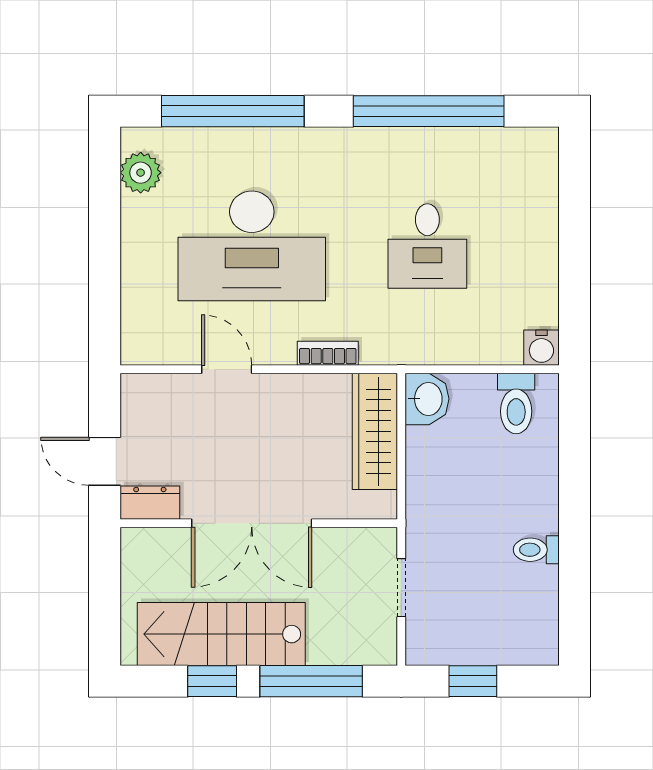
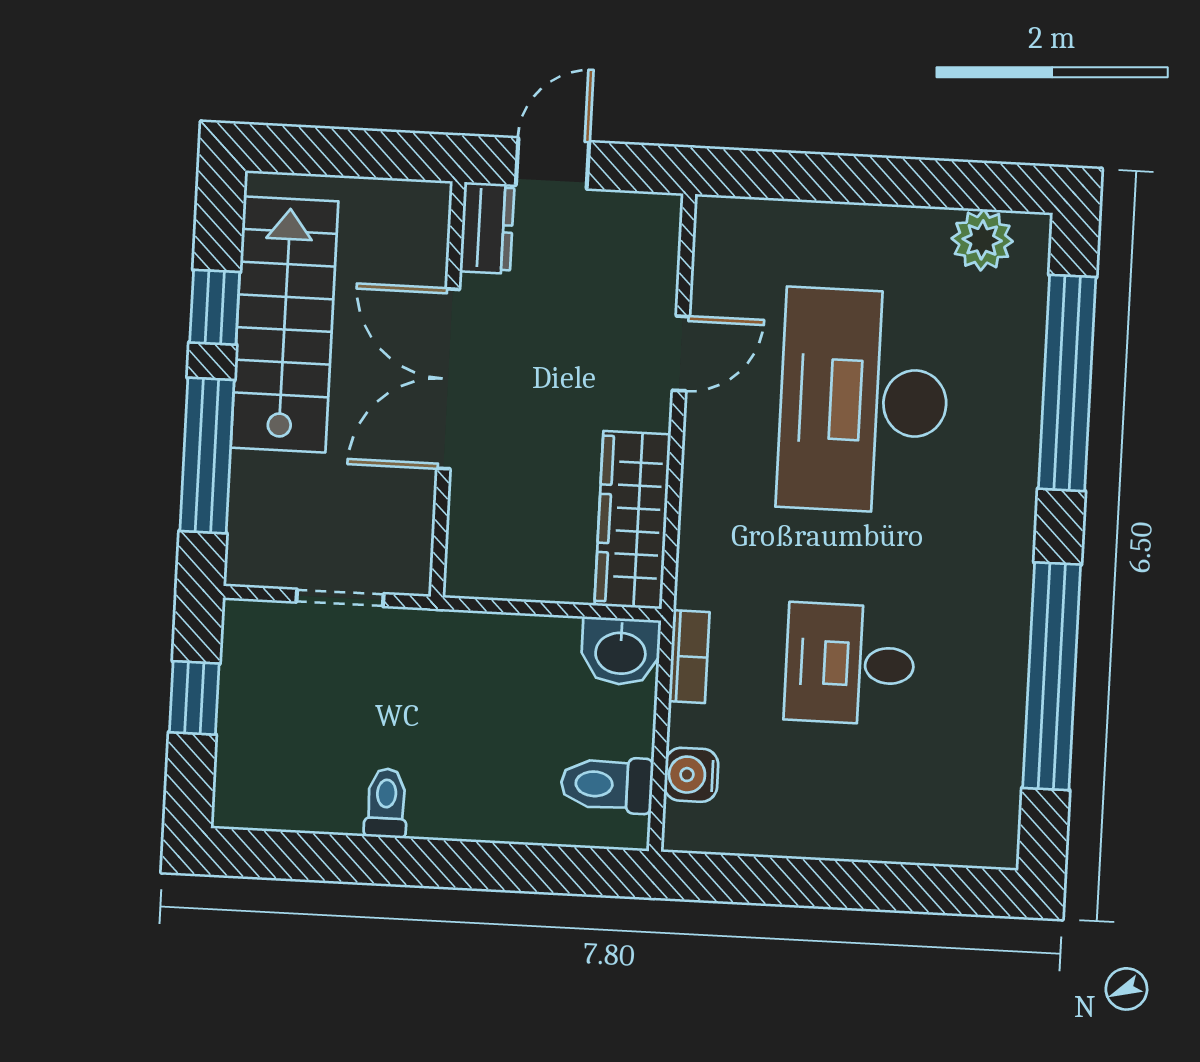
water cooler: (541, 348) -> (691, 775), moved
bookcase: (328, 353) -> (689, 657), moved
wardrobe: (375, 431) -> (633, 520), moved, turned -90

